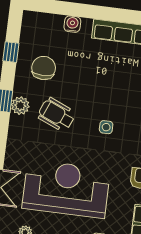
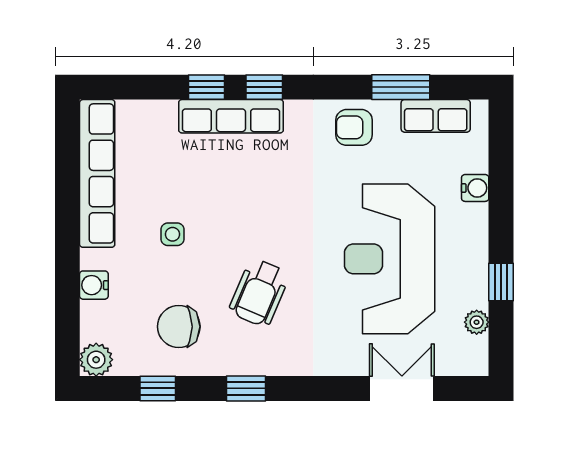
plant: (20, 106) -> (96, 360), moved
side table: (106, 127) -> (172, 234), moved

